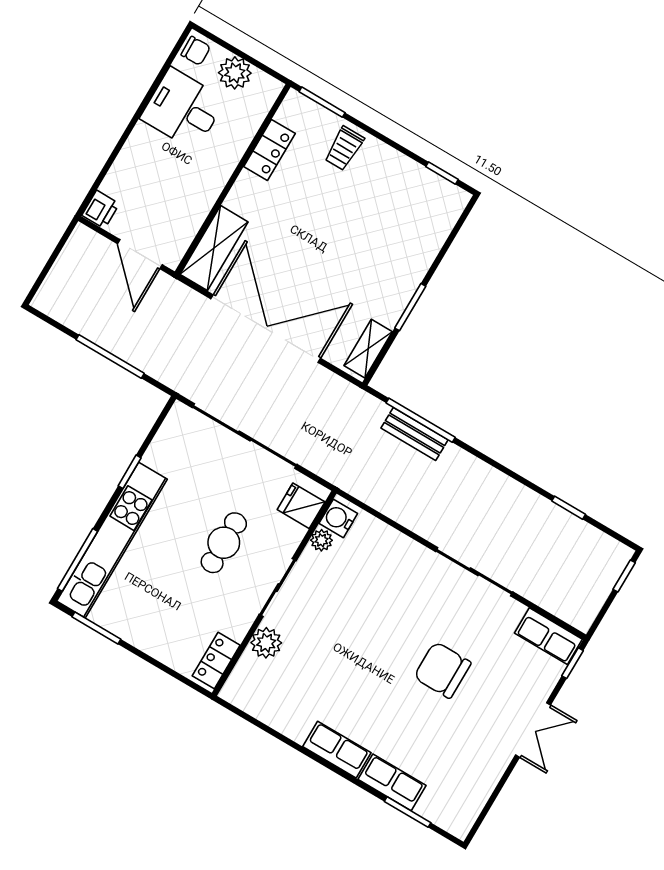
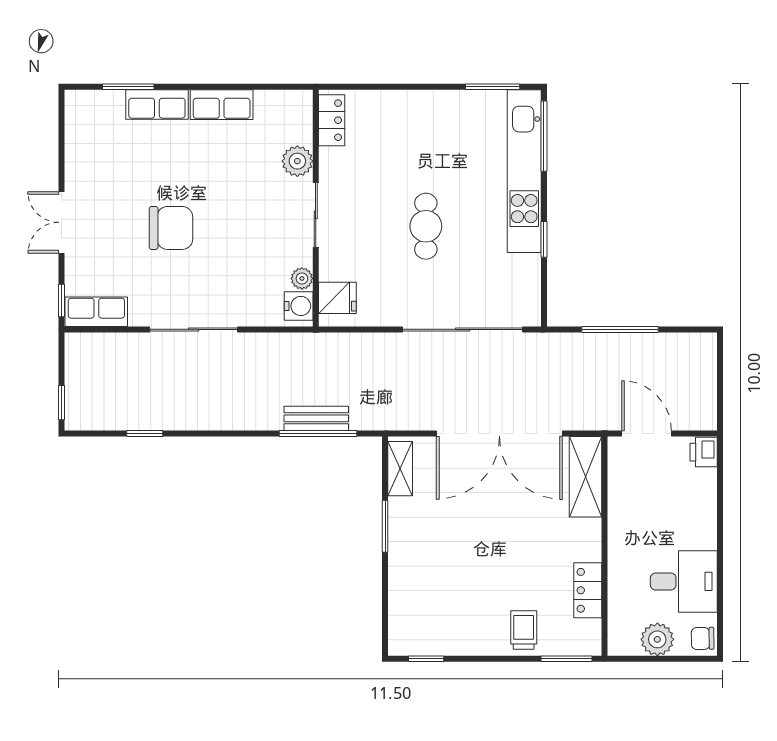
fridge: (301, 506) -> (337, 298), moved
water cooler: (338, 518) -> (299, 306), moved
plant: (322, 540) -> (302, 278), moved
sliding door: (278, 588) -> (316, 215), moved
wall: (274, 593) -> (316, 208), moved
plant: (266, 643) -> (297, 161), moved
locker: (216, 660) -> (332, 120), moved

